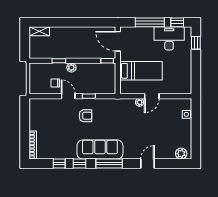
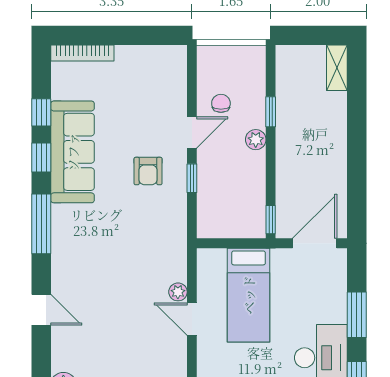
window: (150, 22) -> (357, 315), width x0.69
sofa: (100, 150) -> (73, 152), moved

